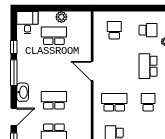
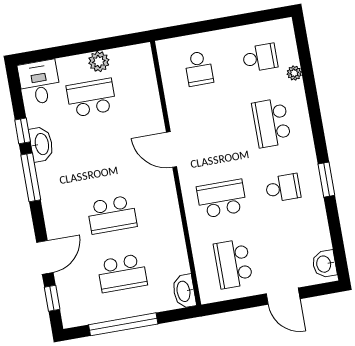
school desk: (114, 30) -> (199, 69), turned 180
washbasin: (23, 92) -> (41, 144), moved
school desk: (54, 100) -> (112, 215), turned 180
school desk: (148, 102) -> (283, 188), turned 90

